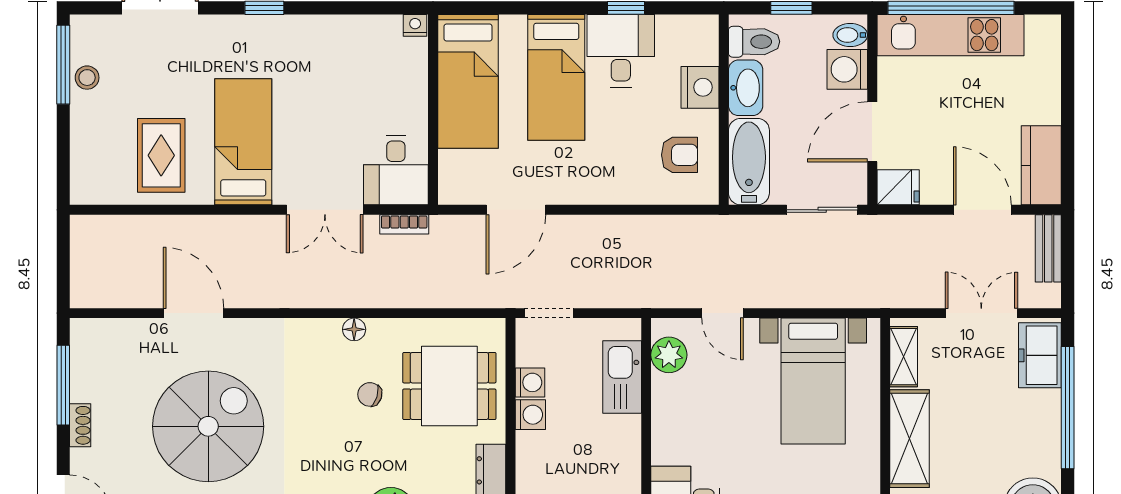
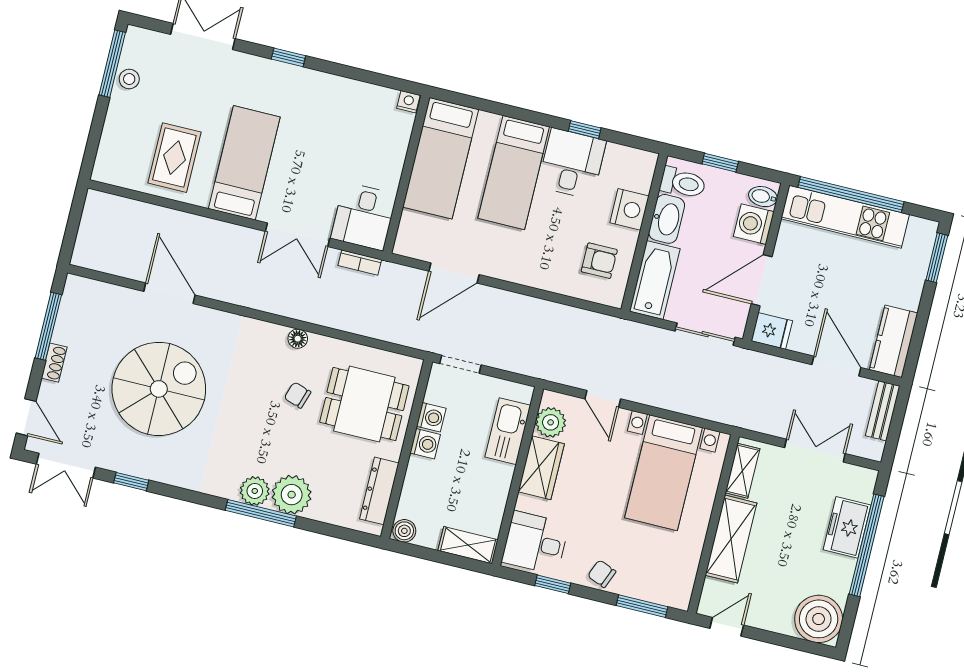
window: (1068, 57) -> (937, 258), added
freezer: (1040, 355) -> (847, 527), moved
wardrobe: (671, 410) -> (541, 468), added

